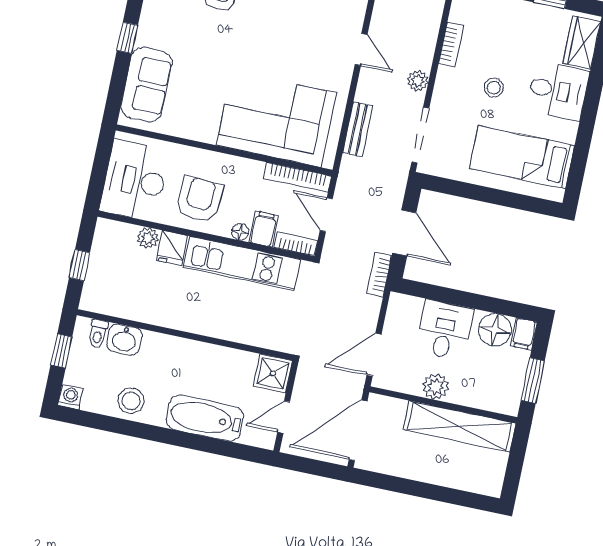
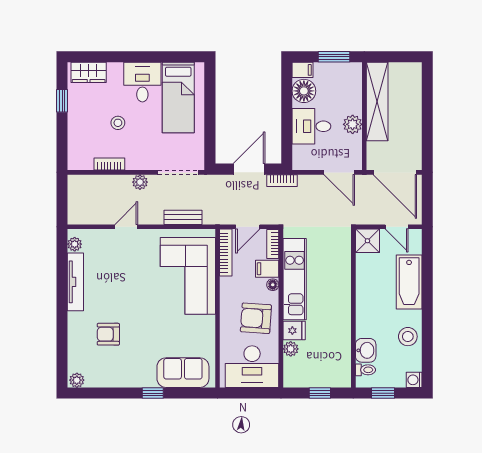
stool: (494, 88) -> (118, 123), moved
desk: (558, 91) -> (142, 82), moved

